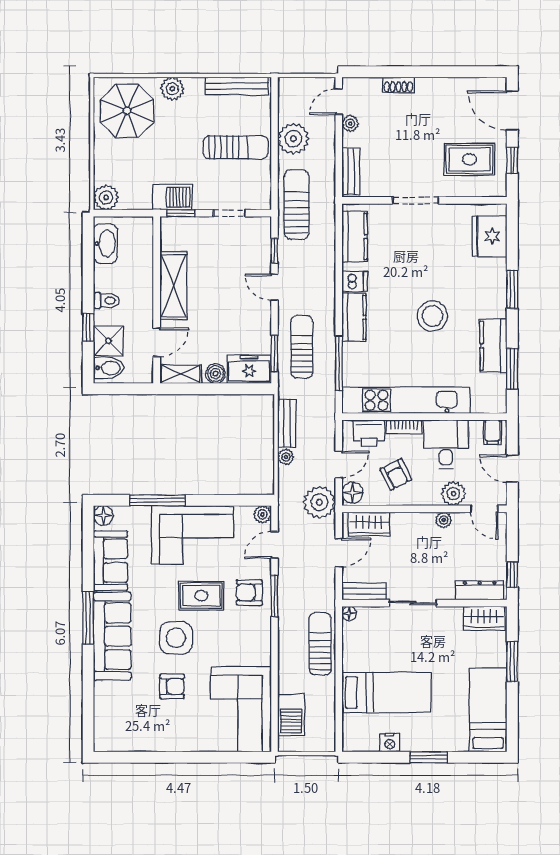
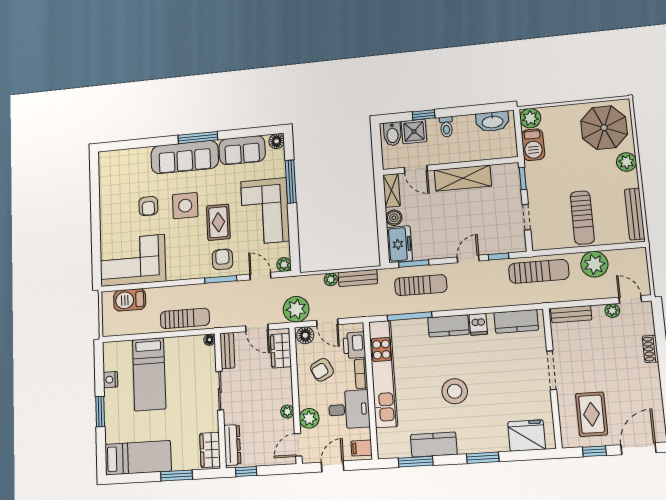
barbecue: (172, 197) -> (533, 145), moved

